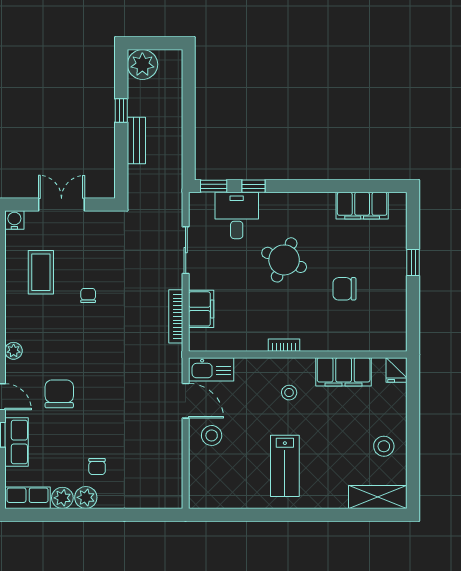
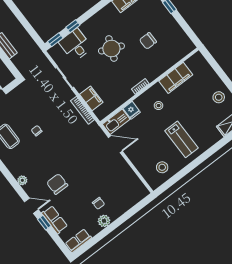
fridge: (397, 370) -> (132, 110), moved
stool: (212, 435) -> (162, 167), moved
plant: (62, 498) -> (94, 229), removed

